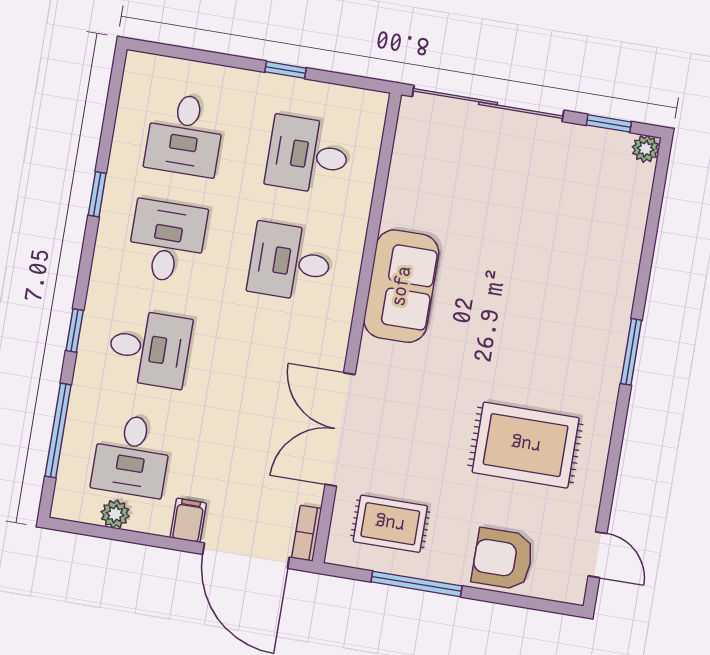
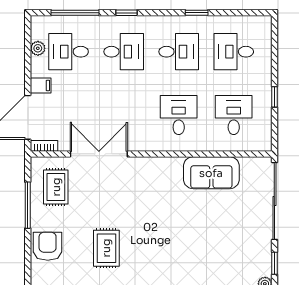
sofa: (401, 286) -> (211, 173), moved
desk: (149, 348) -> (124, 52), turned -90
rug: (526, 445) -> (106, 248), width x0.73, depth x0.70

